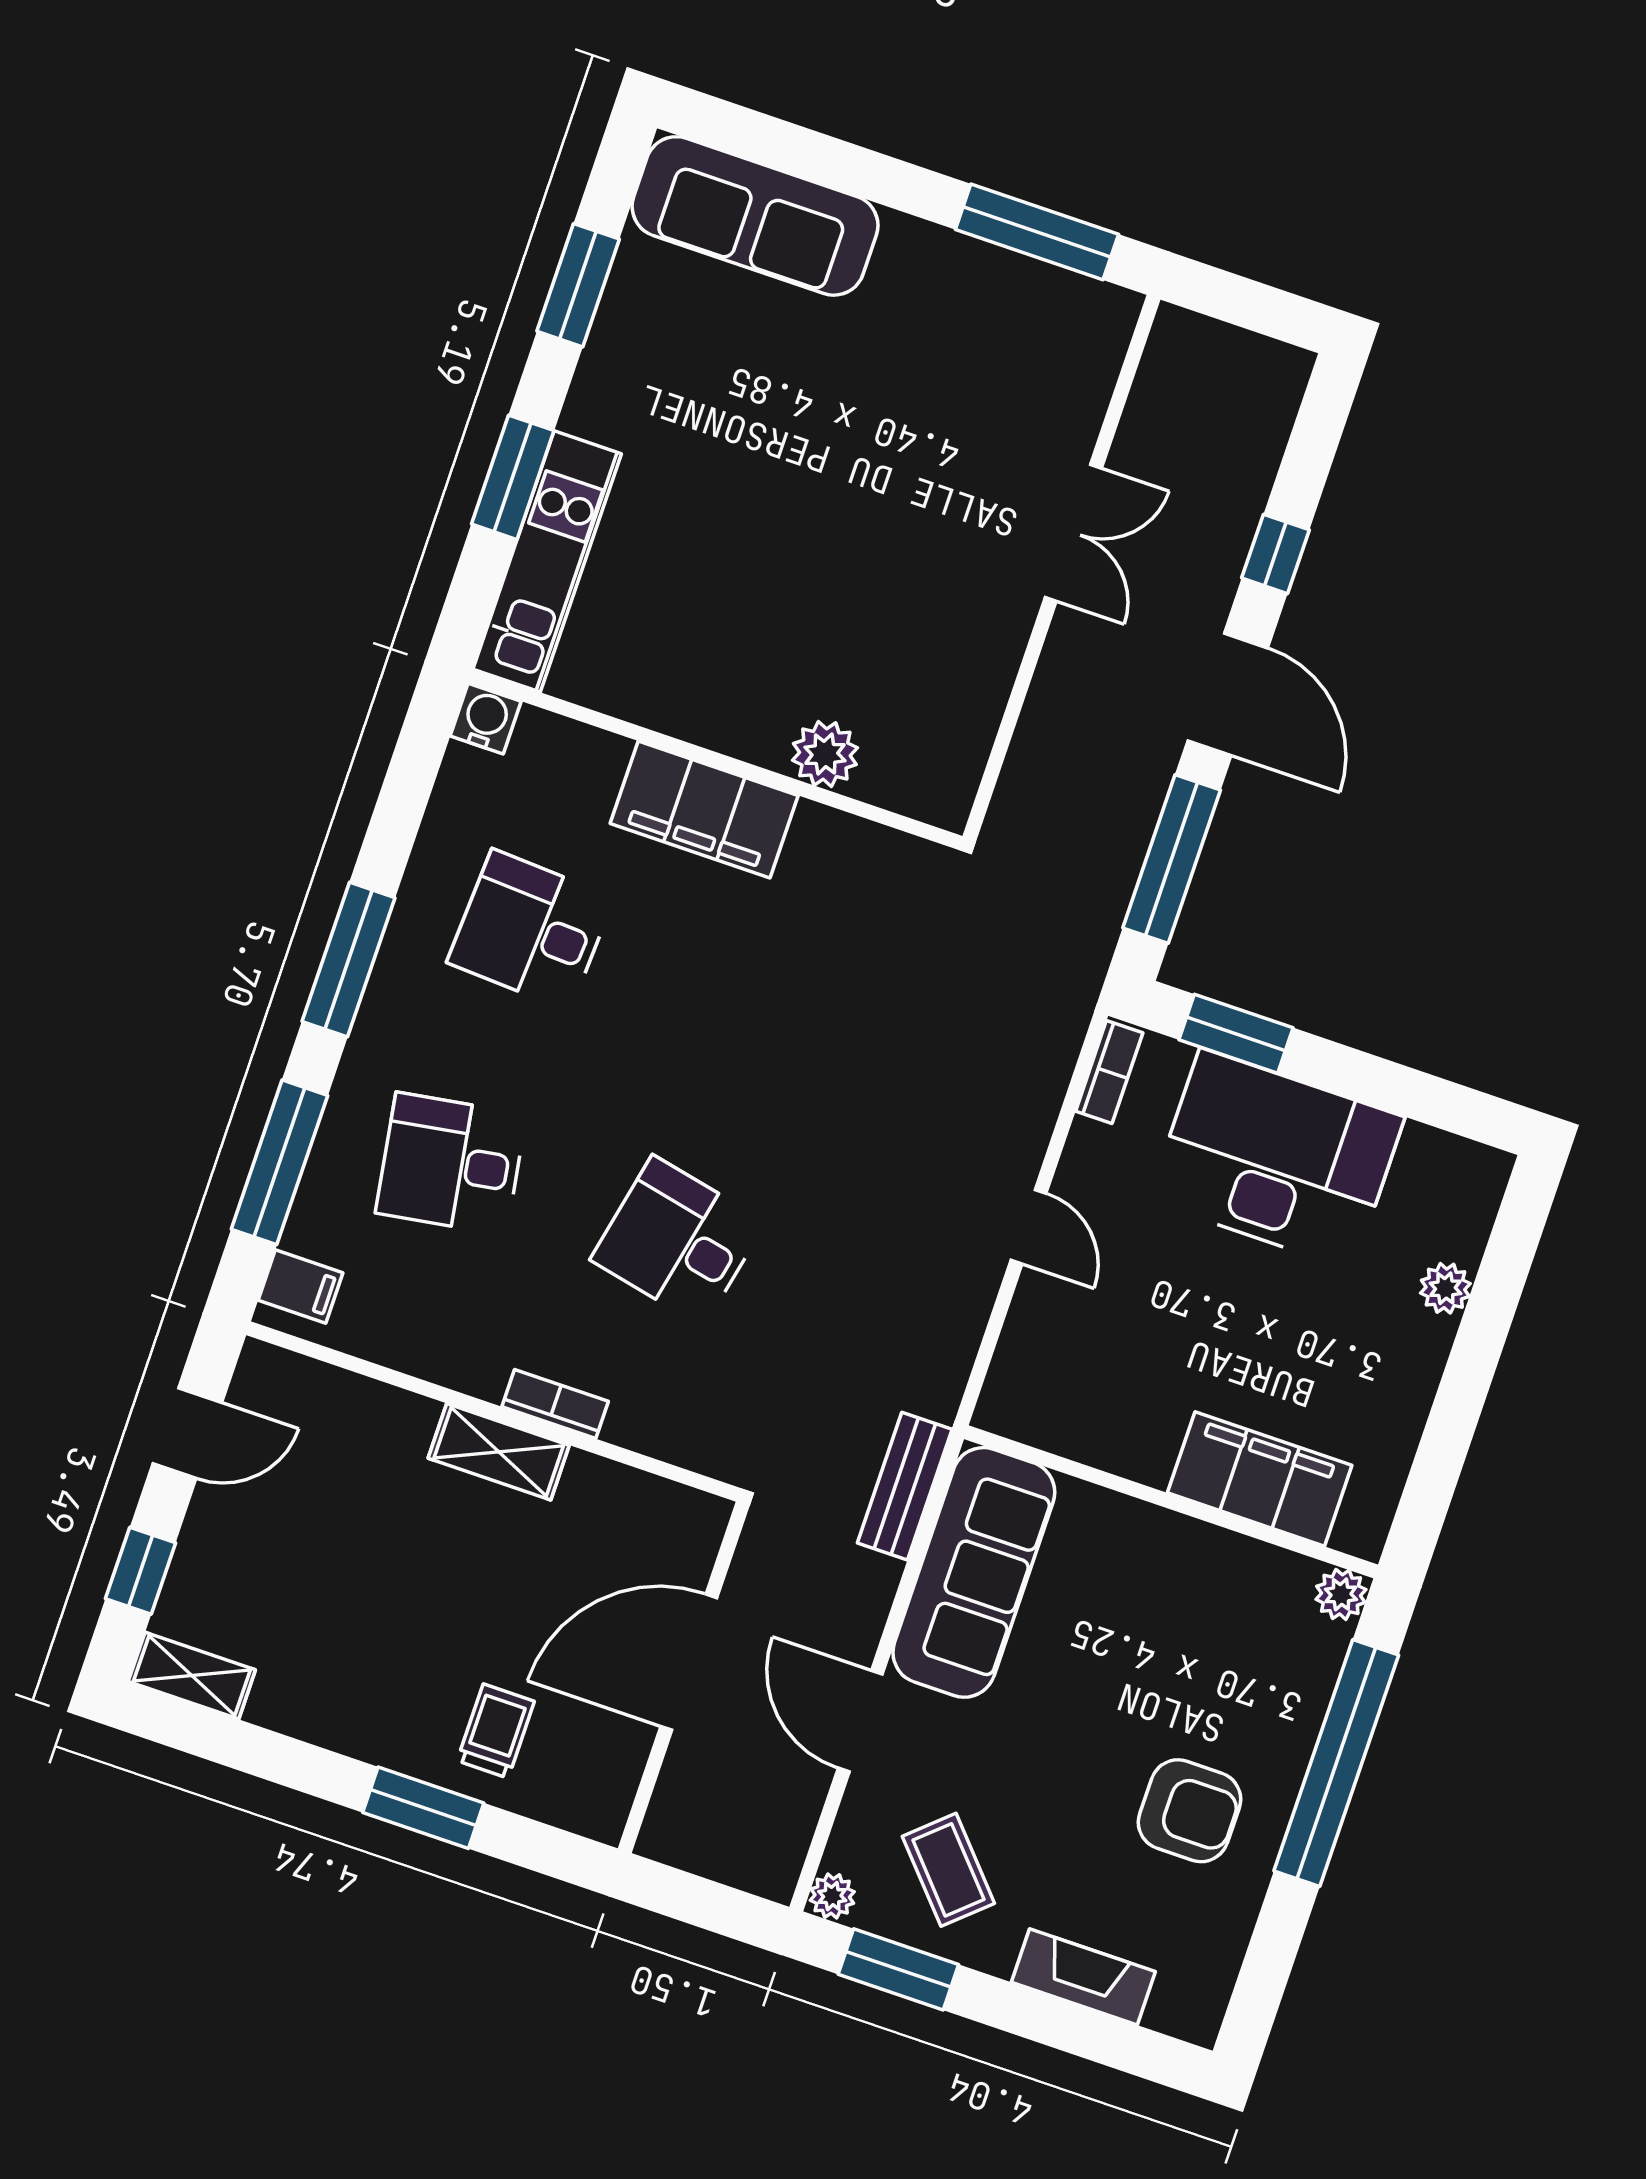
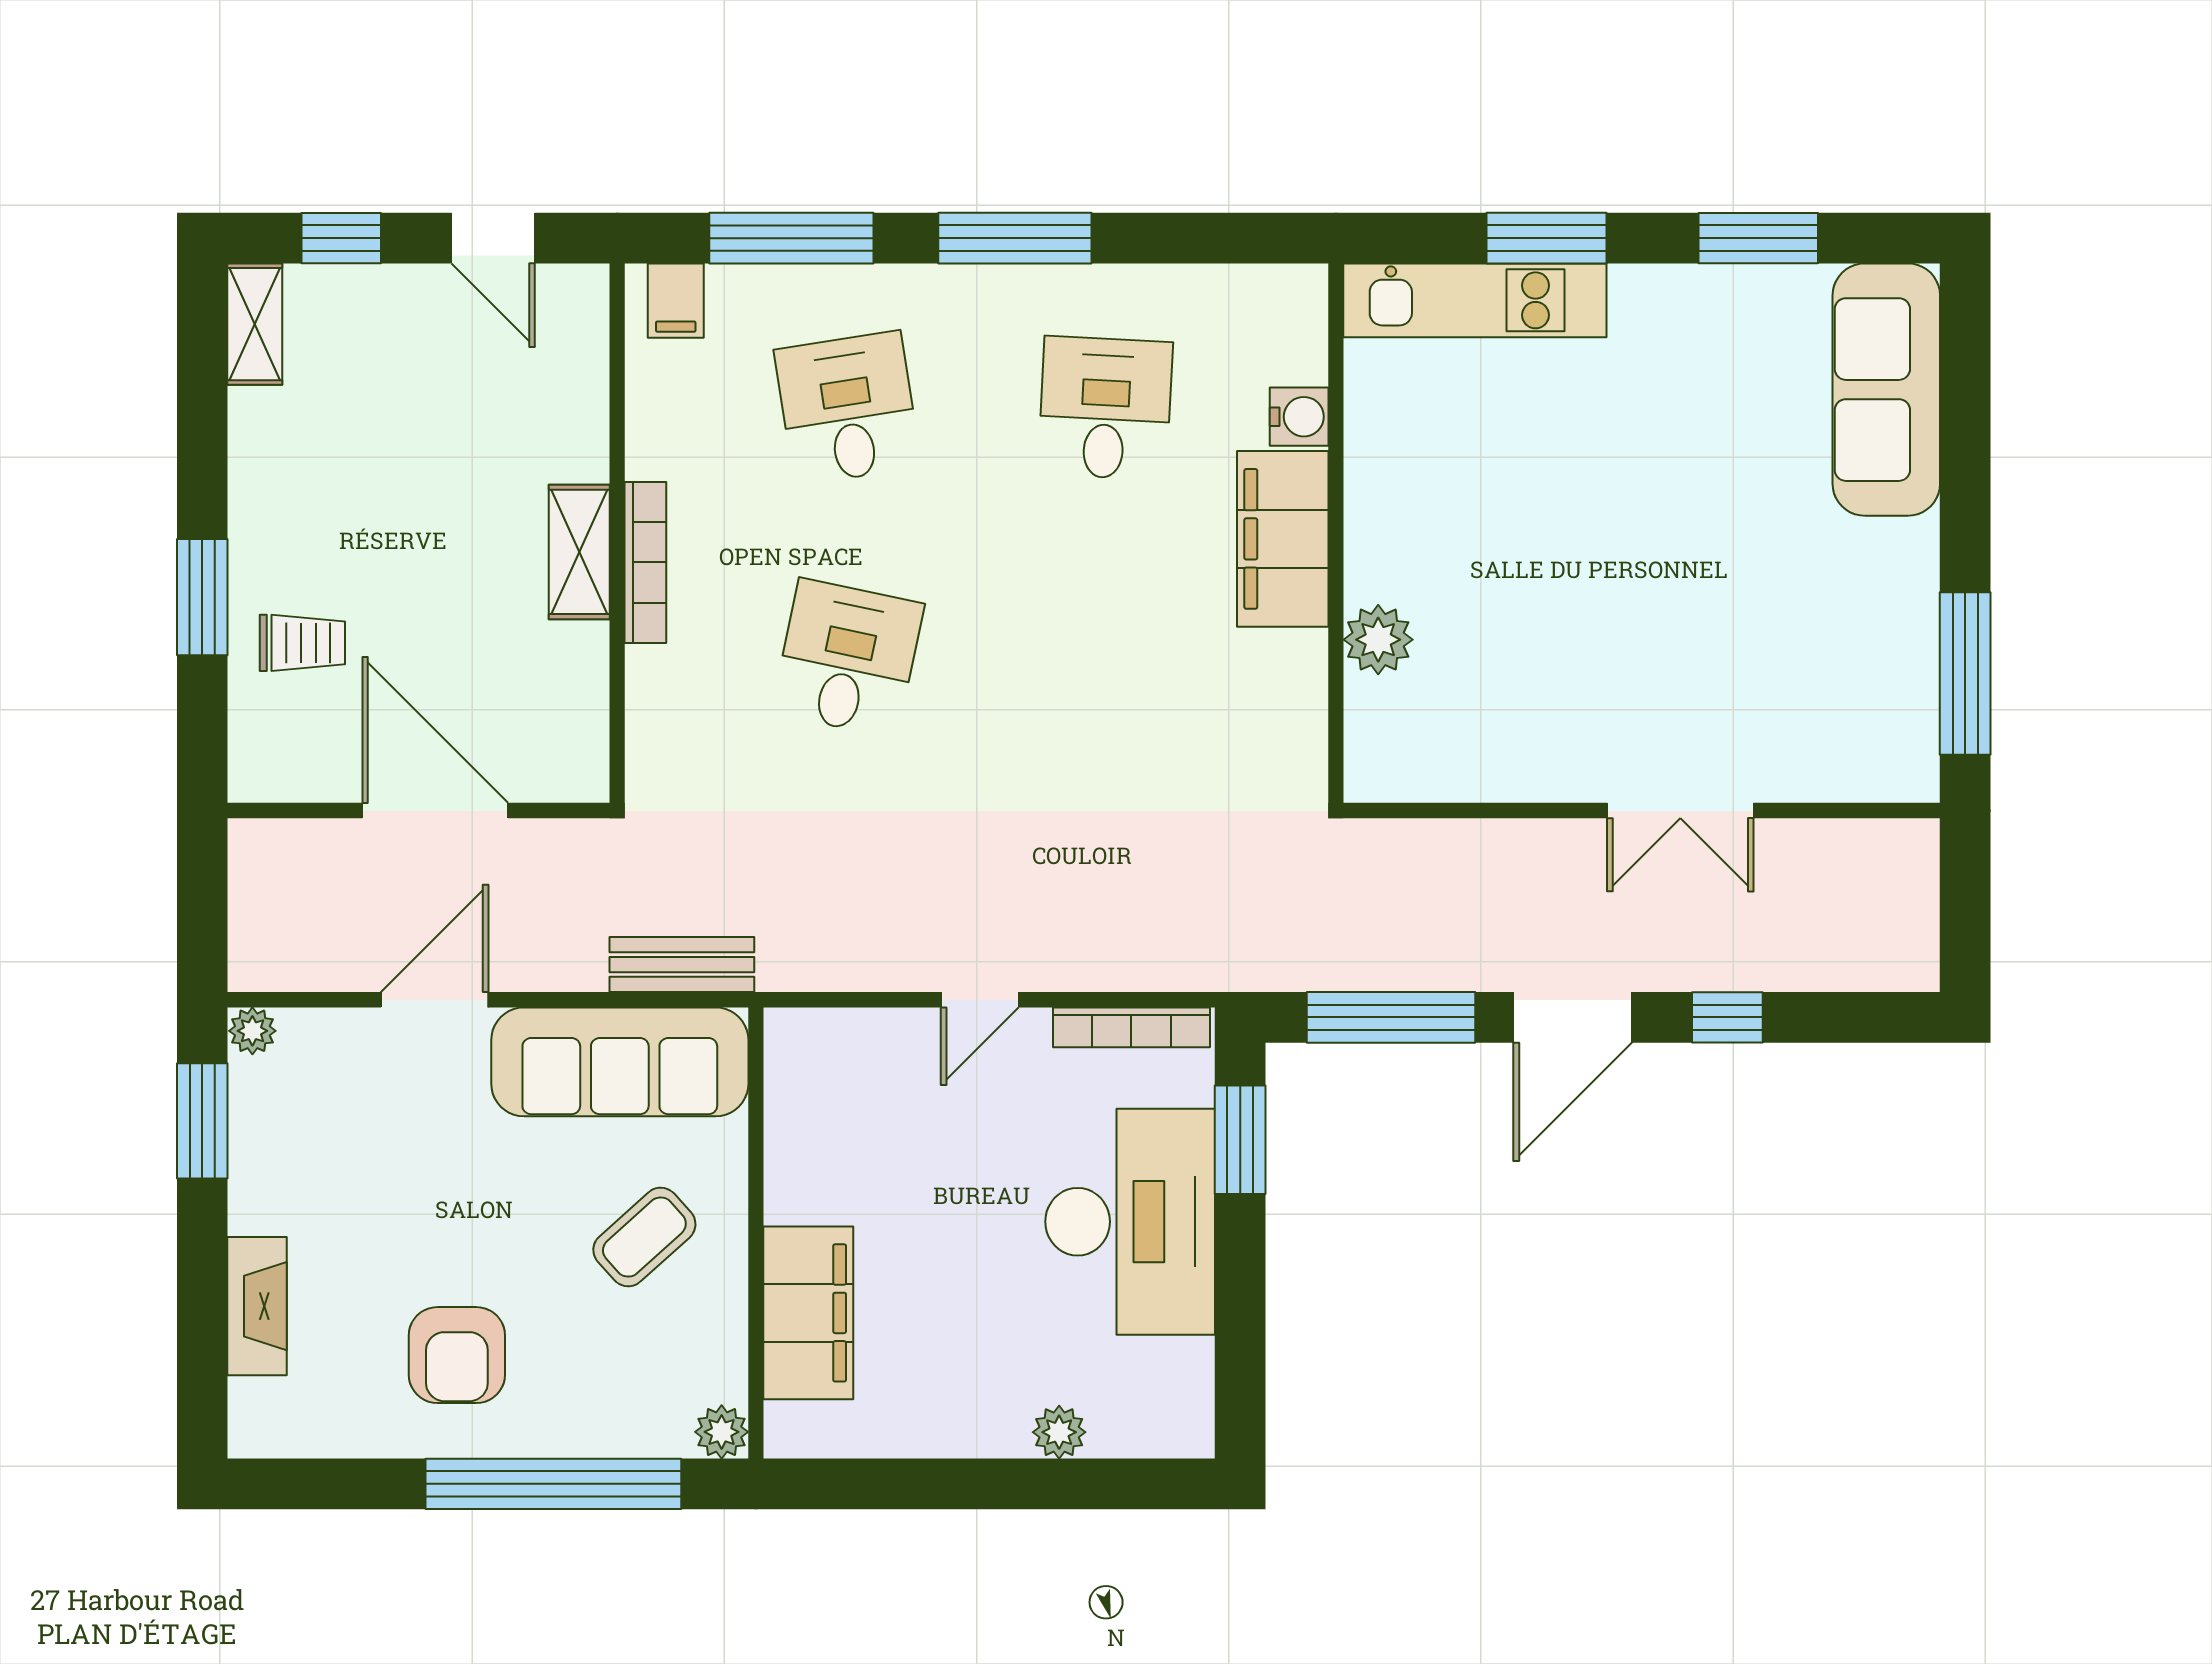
water cooler: (486, 719) -> (1299, 417), moved
bookcase: (1109, 1072) -> (1131, 1027), width x1.56
bookcase: (555, 1404) -> (645, 562), width x1.56
coffee table: (948, 1870) -> (644, 1237), moved

